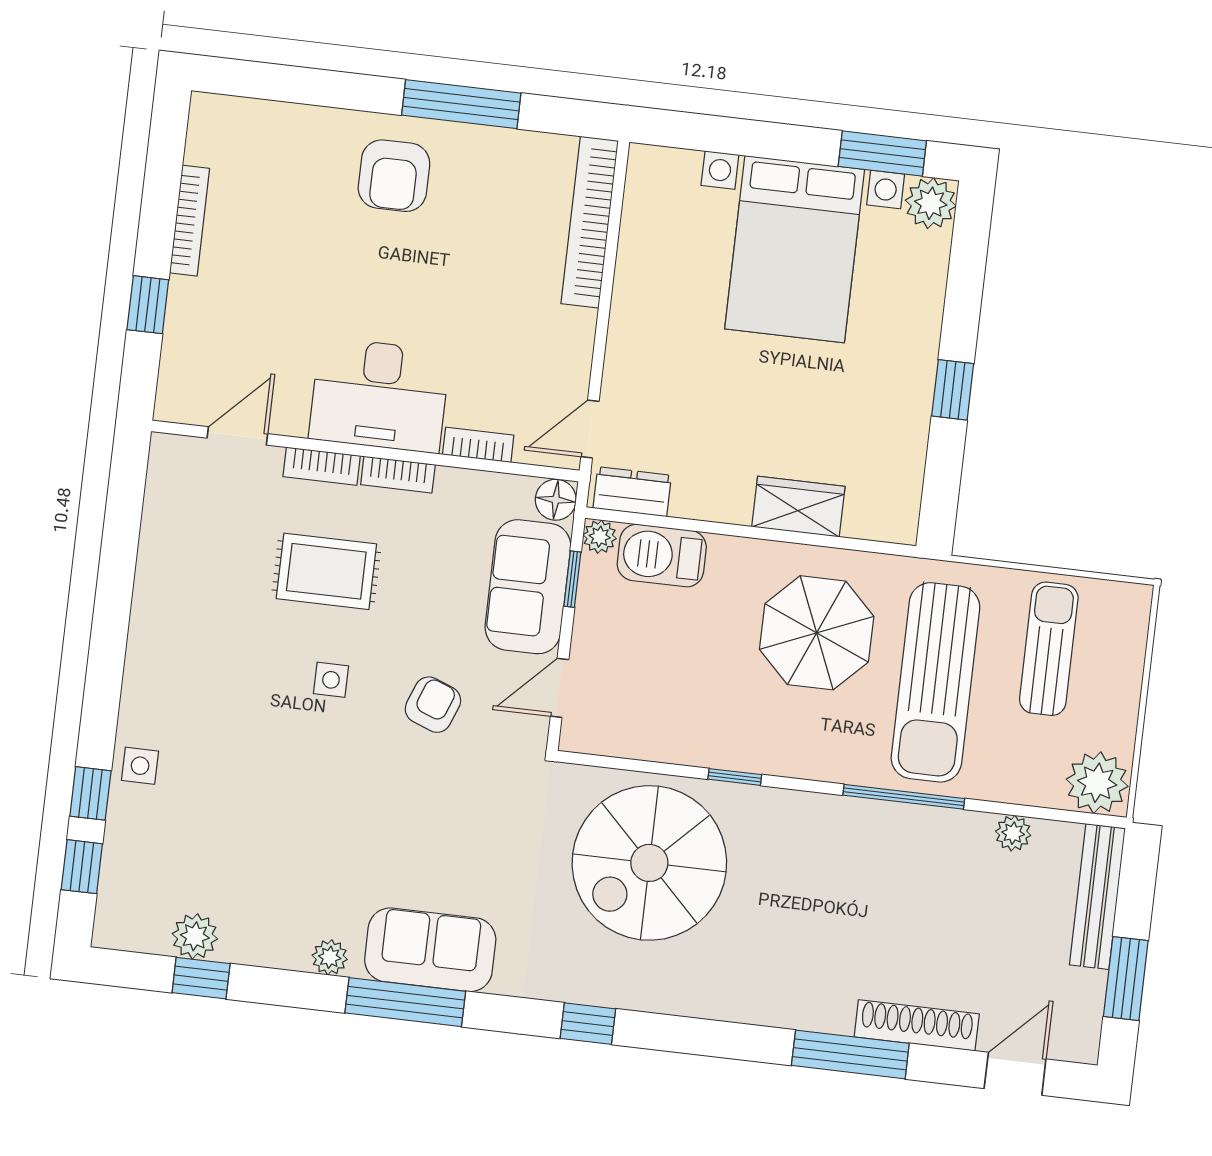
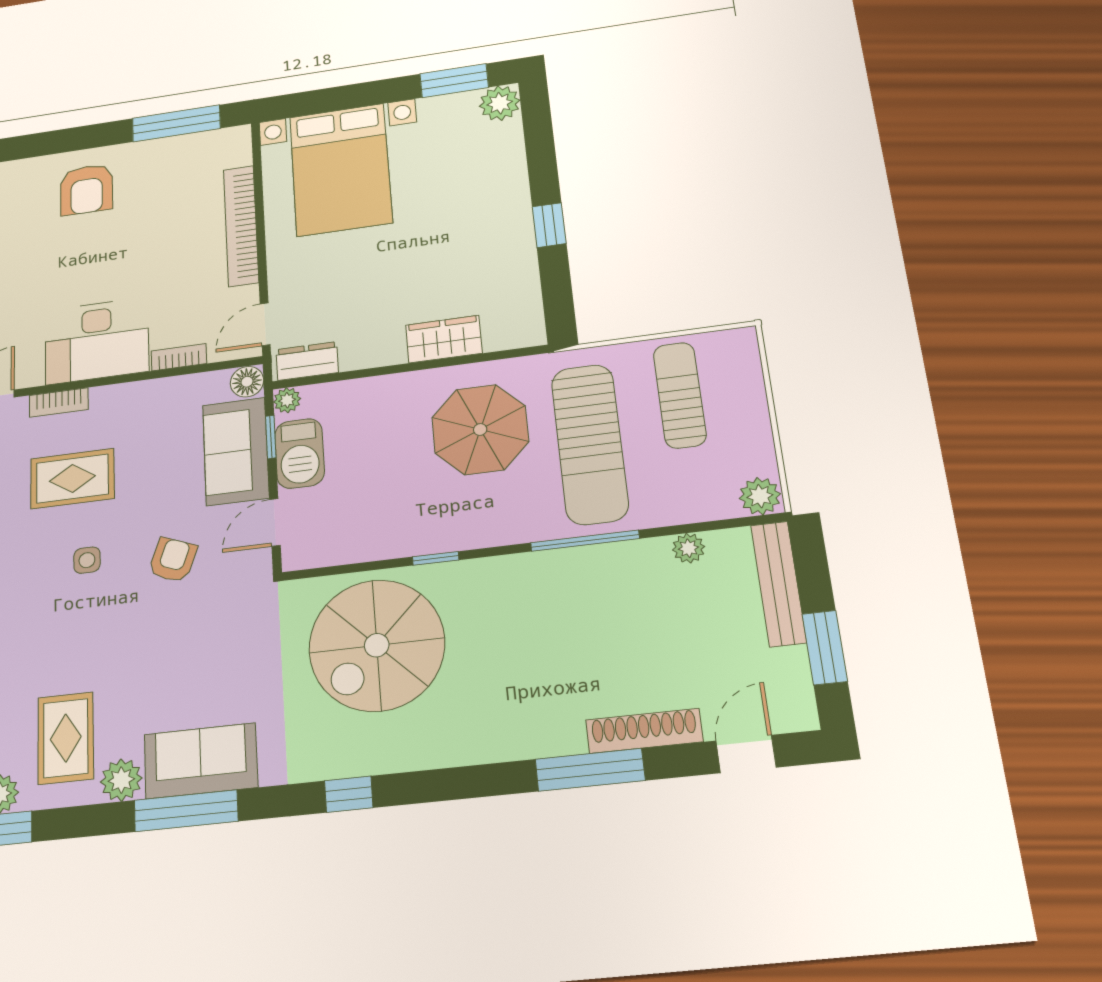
window: (461, 104) -> (176, 123), moved
bookcase: (590, 222) -> (241, 226), moved
bed with nightstands: (795, 249) -> (341, 169), moved
bookcase: (398, 475) -> (119, 394), removed
barbecue: (662, 556) -> (300, 453), moved, turned -90
plant: (1097, 783) -> (760, 496), width x0.73, depth x0.73
rug: (279, 889) -> (66, 738), added
plant: (330, 957) -> (121, 780), width x1.38, depth x1.38

